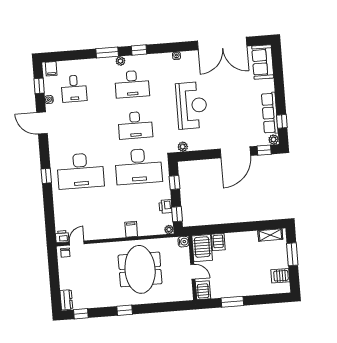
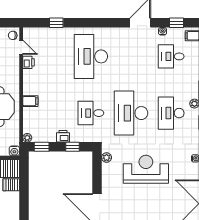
reception desk: (192, 105) -> (146, 169), turned 180
desk: (135, 125) -> (131, 113), width x1.36, depth x1.30
desk: (139, 166) -> (91, 113), width x0.53, depth x0.77
window: (46, 176) -> (56, 23), moved
printer: (166, 206) -> (63, 136), moved
printer: (62, 237) -> (29, 62), moved

